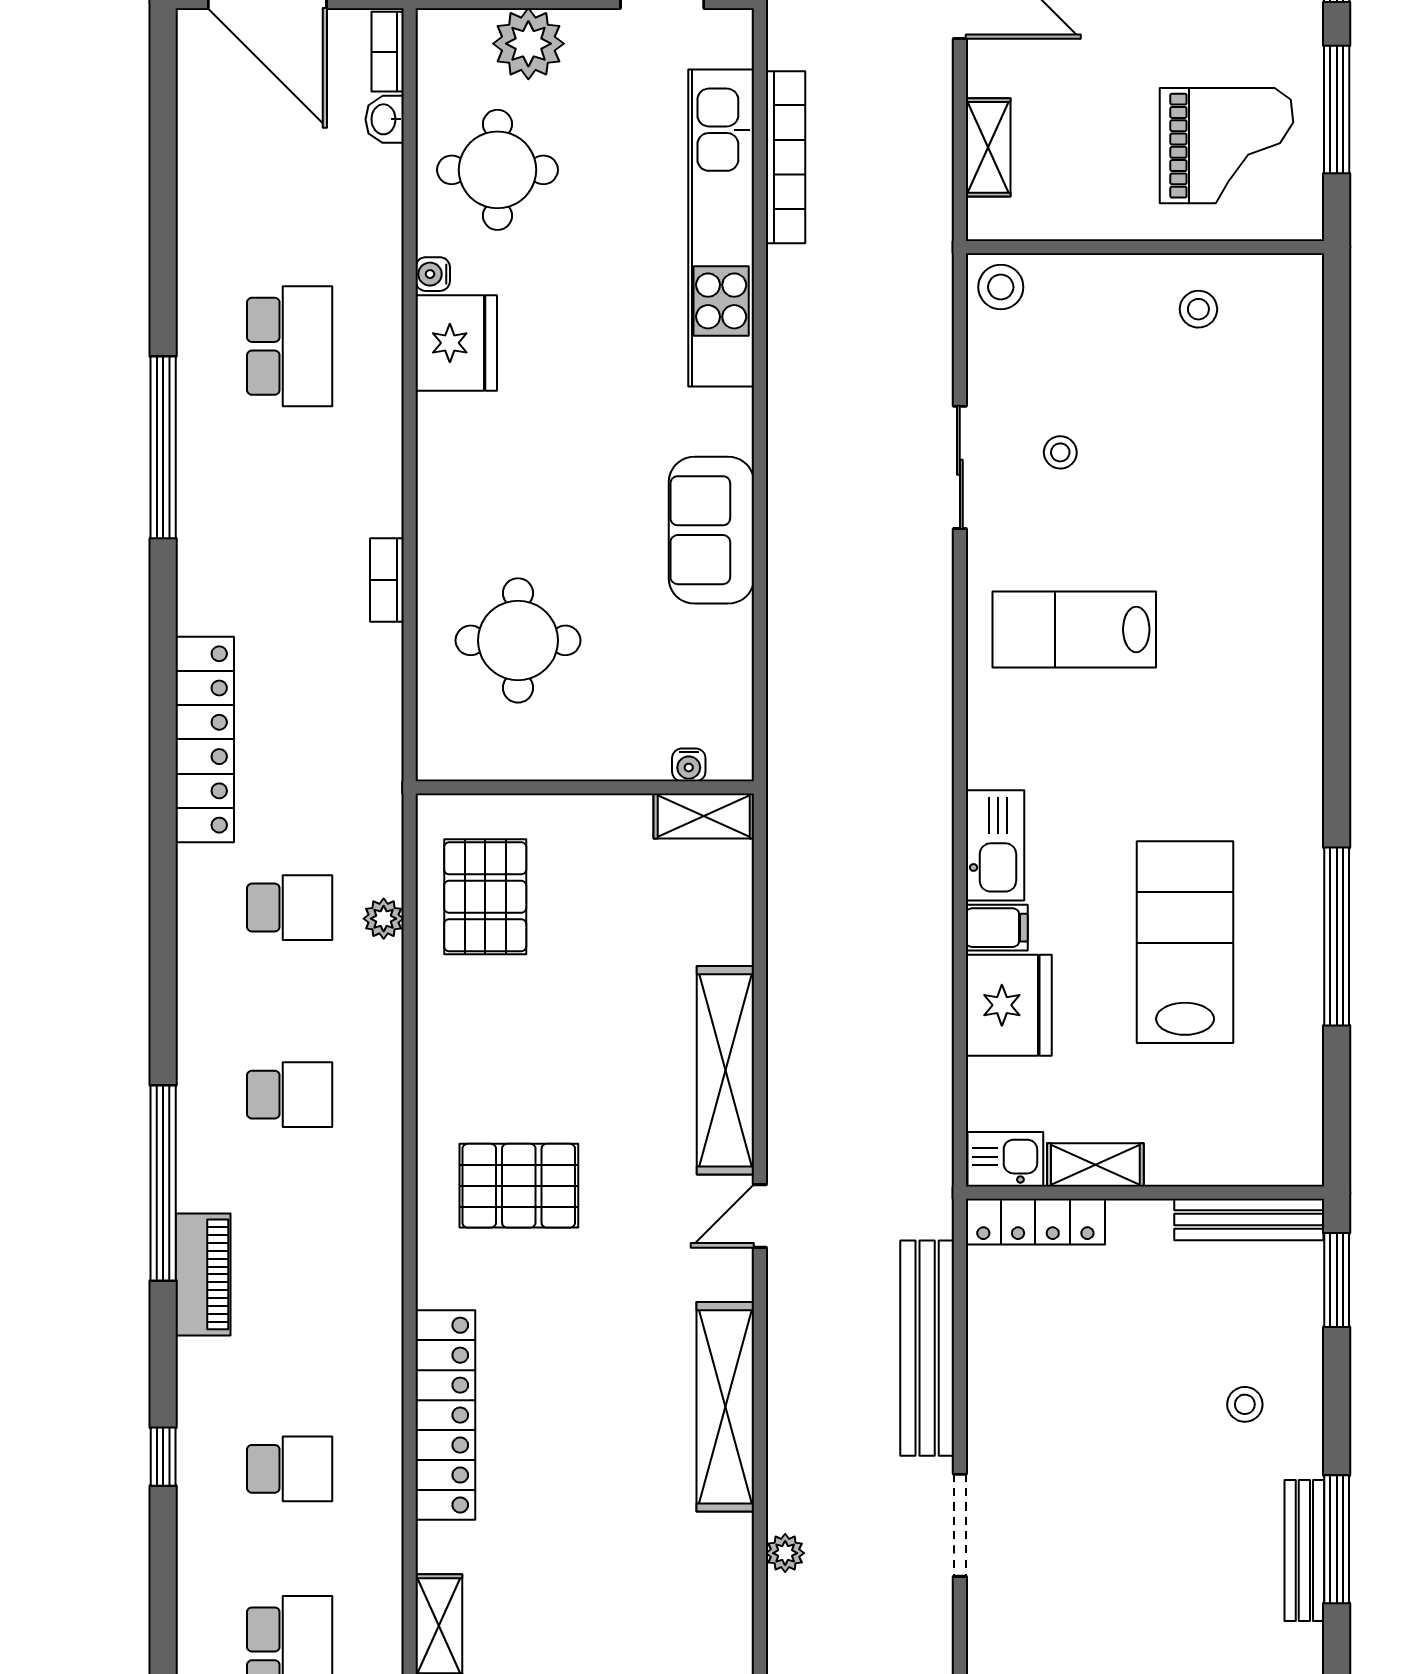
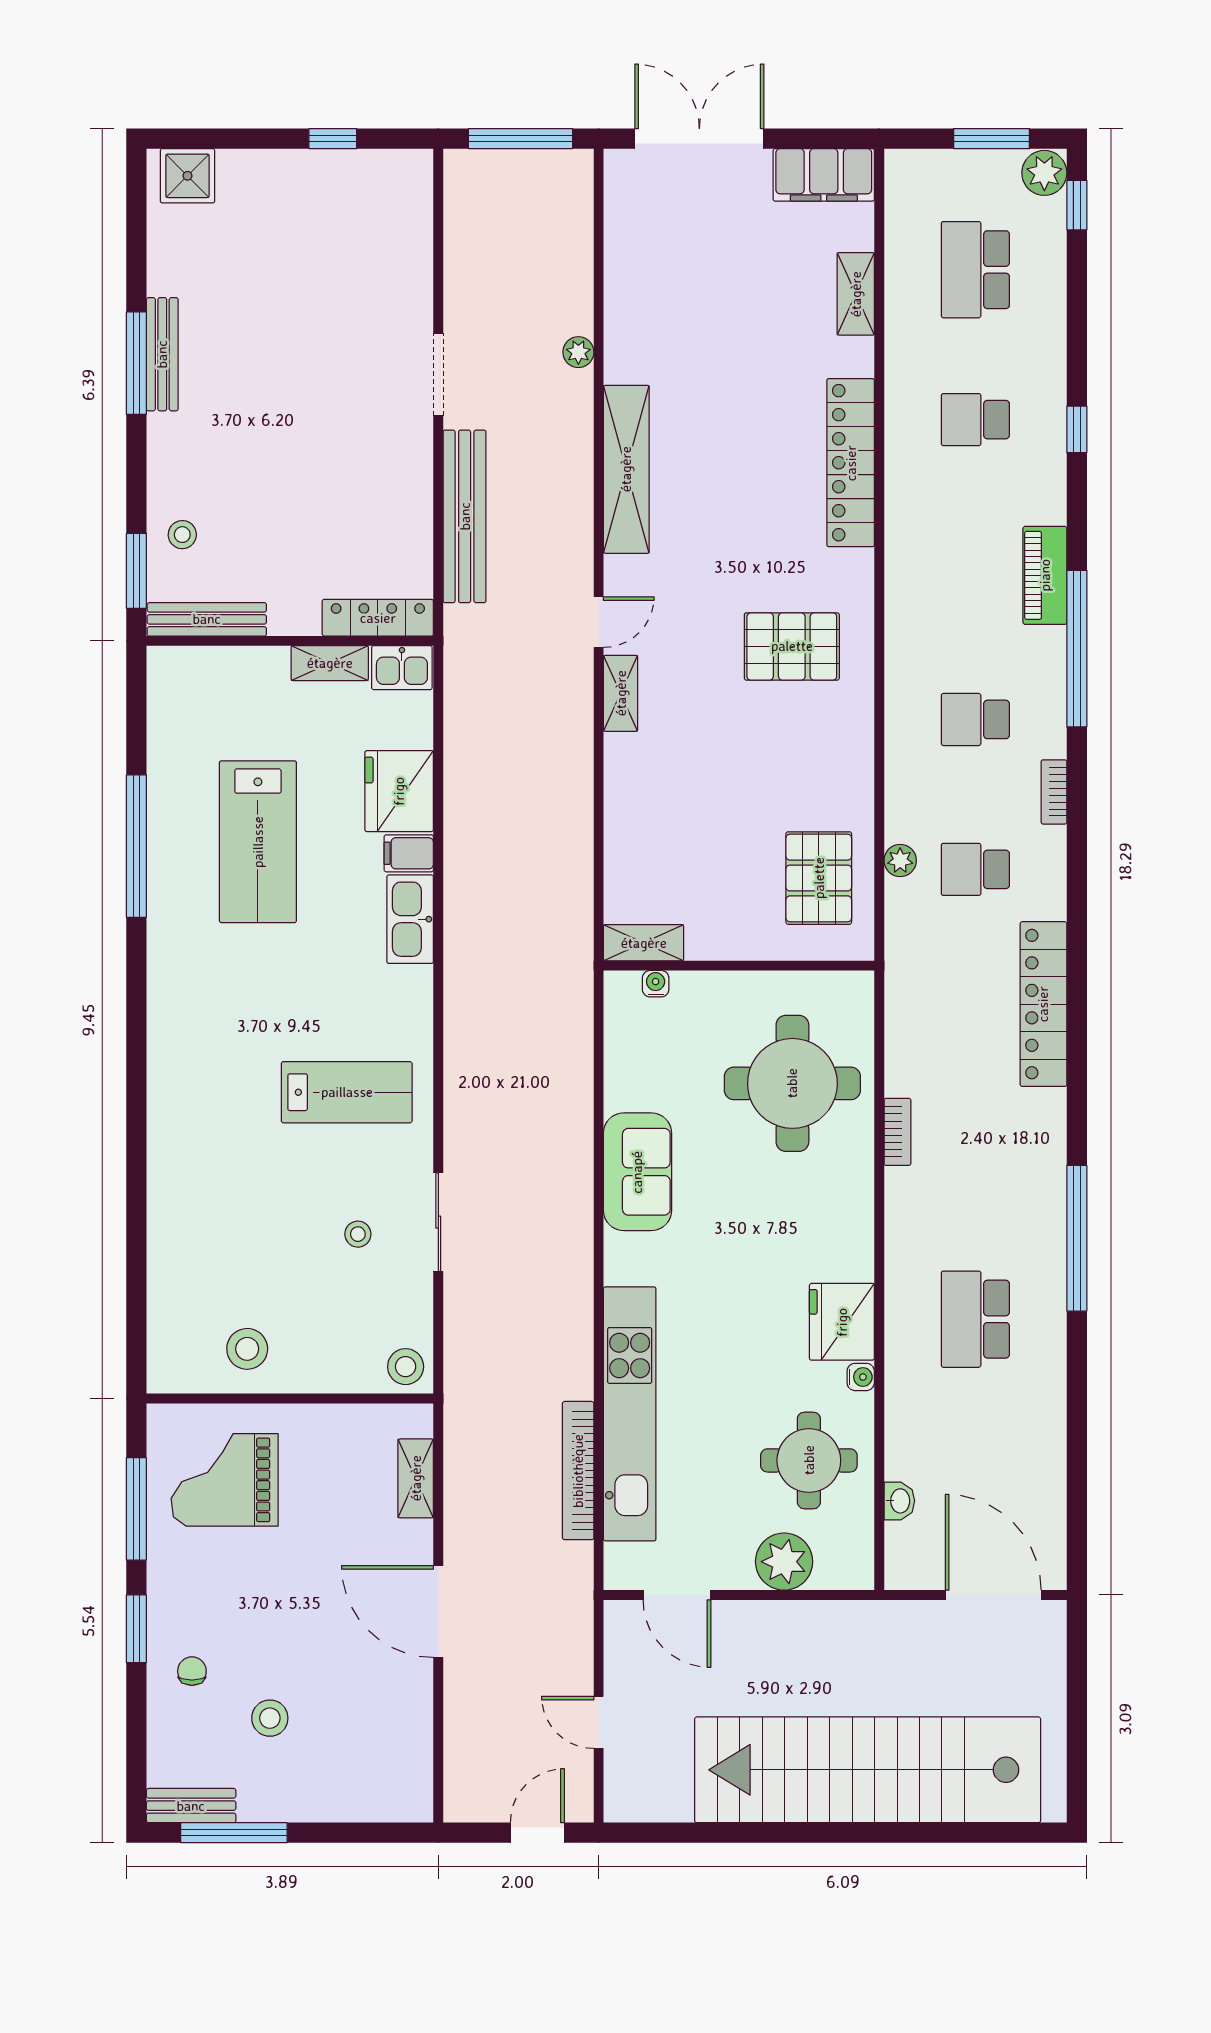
bookcase: (388, 52) -> (1054, 792), moved, turned 180
stool: (1198, 309) -> (247, 1349), width x1.37, depth x1.37
round table: (518, 640) -> (792, 1083), width x1.36, depth x1.36
shelving: (725, 1070) -> (621, 693), width x0.45, depth x0.75
stool: (1245, 1404) -> (182, 535), moved

